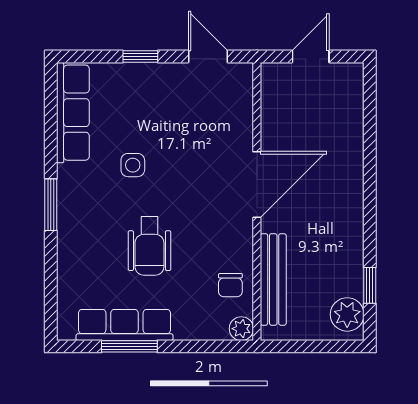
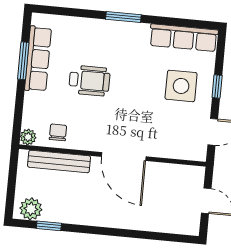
side table: (133, 165) -> (181, 86), moved, width x1.87, depth x1.87
wheelchair: (149, 246) -> (89, 81), turned 180
chair: (230, 285) -> (58, 132), turned 90

